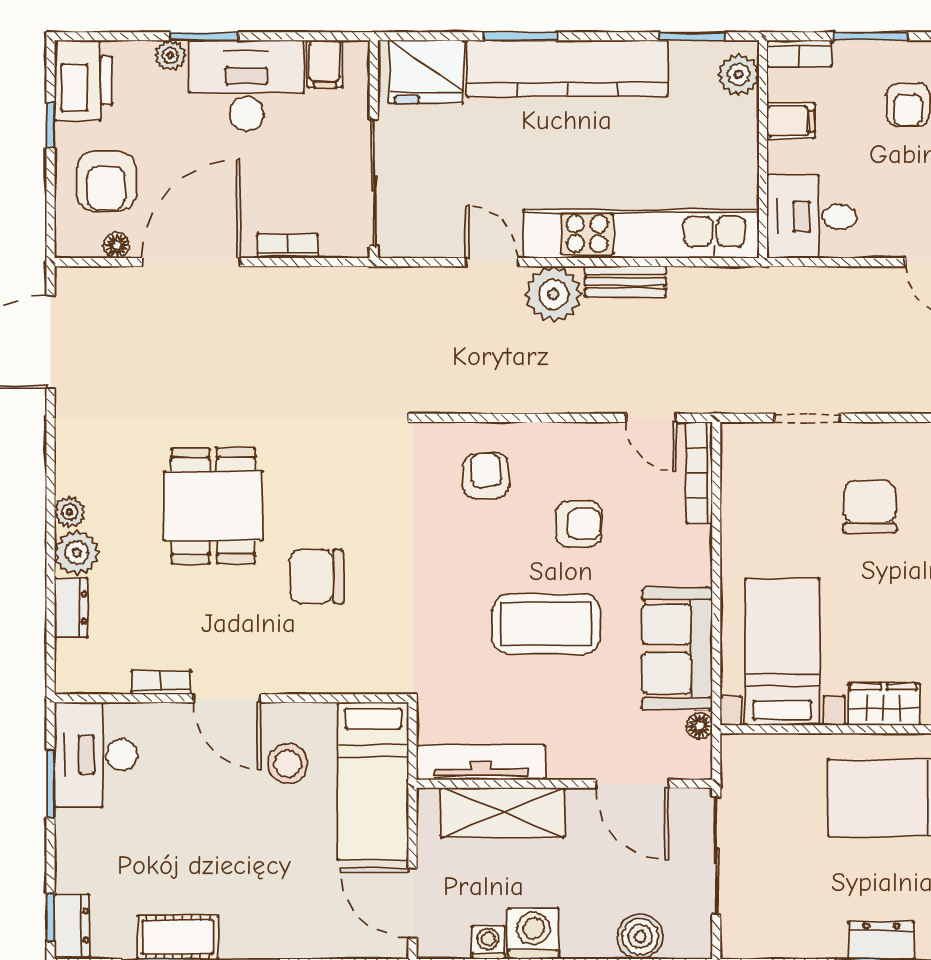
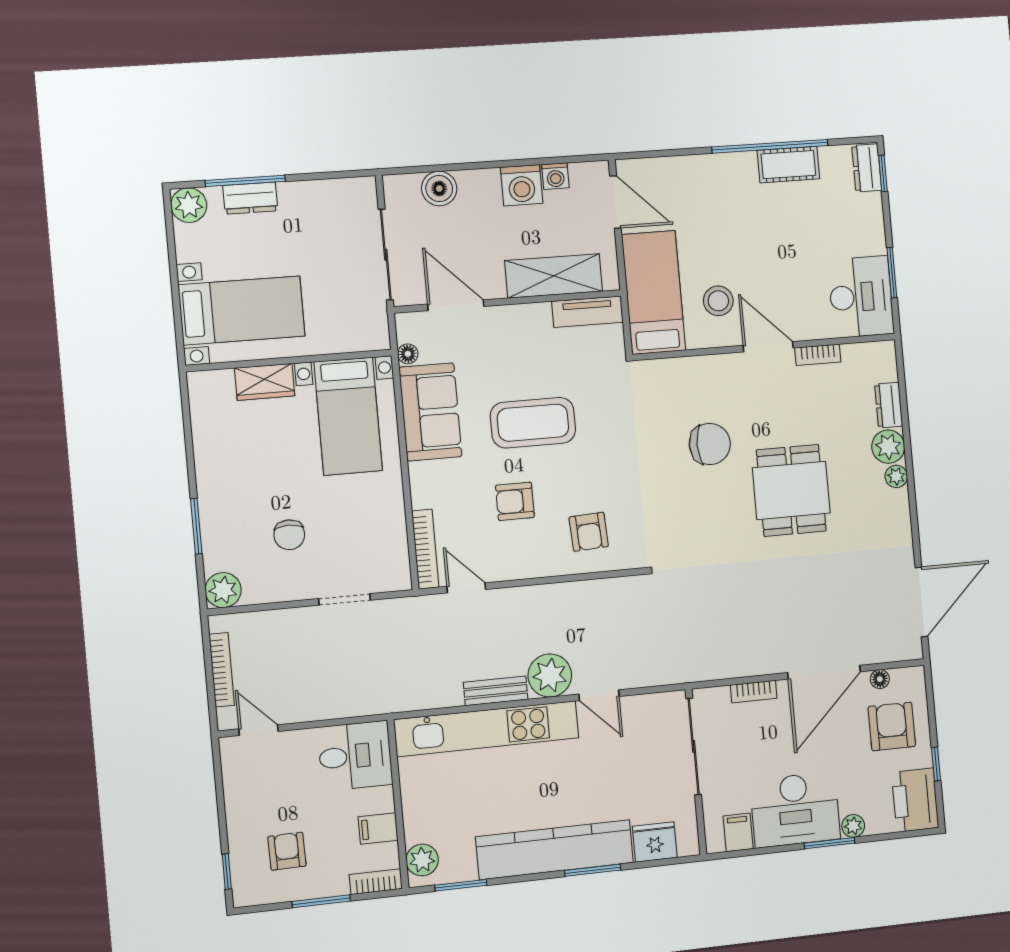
fridge: (426, 72) -> (655, 842), width x0.73, depth x0.75
chair: (870, 507) -> (289, 535), width x0.73, depth x0.73
tv unit: (481, 762) -> (587, 312), width x0.71

